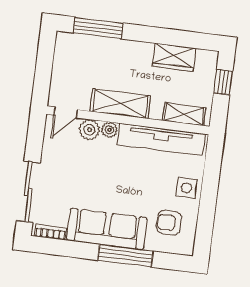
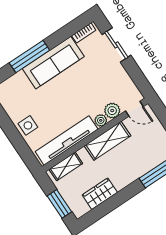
window: (223, 82) -> (59, 204), width x1.50
door: (66, 112) -> (134, 109), swing flipped
sliding door: (28, 192) -> (116, 45), width x0.73
armchair: (169, 223) -> (21, 97), removed

